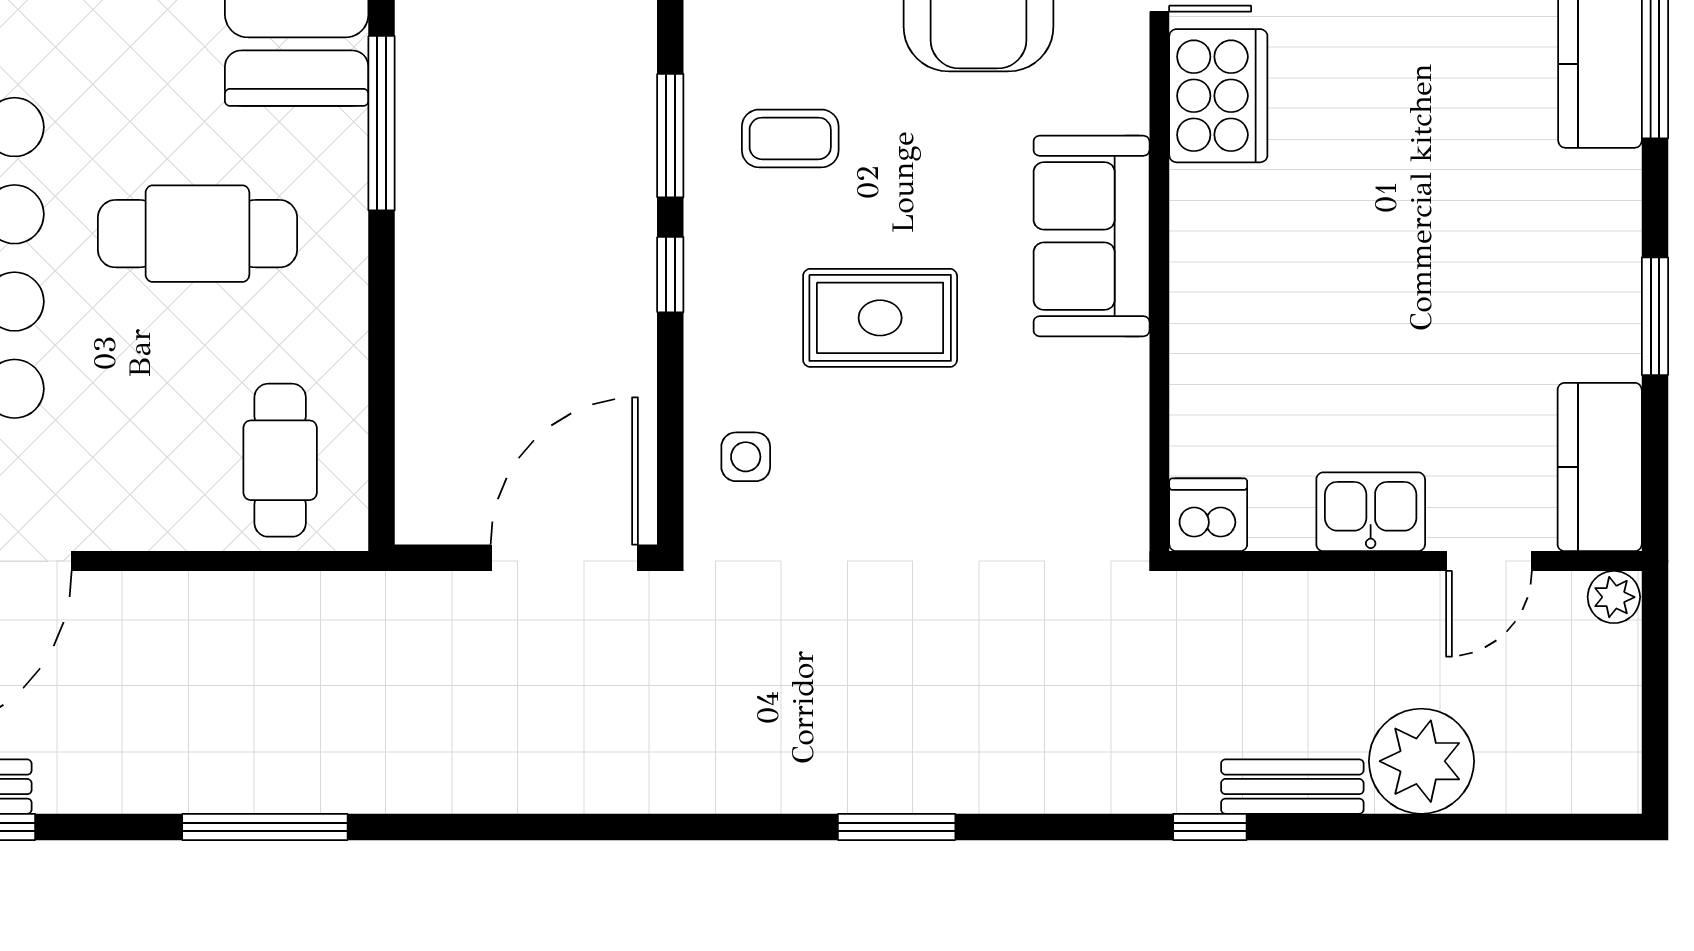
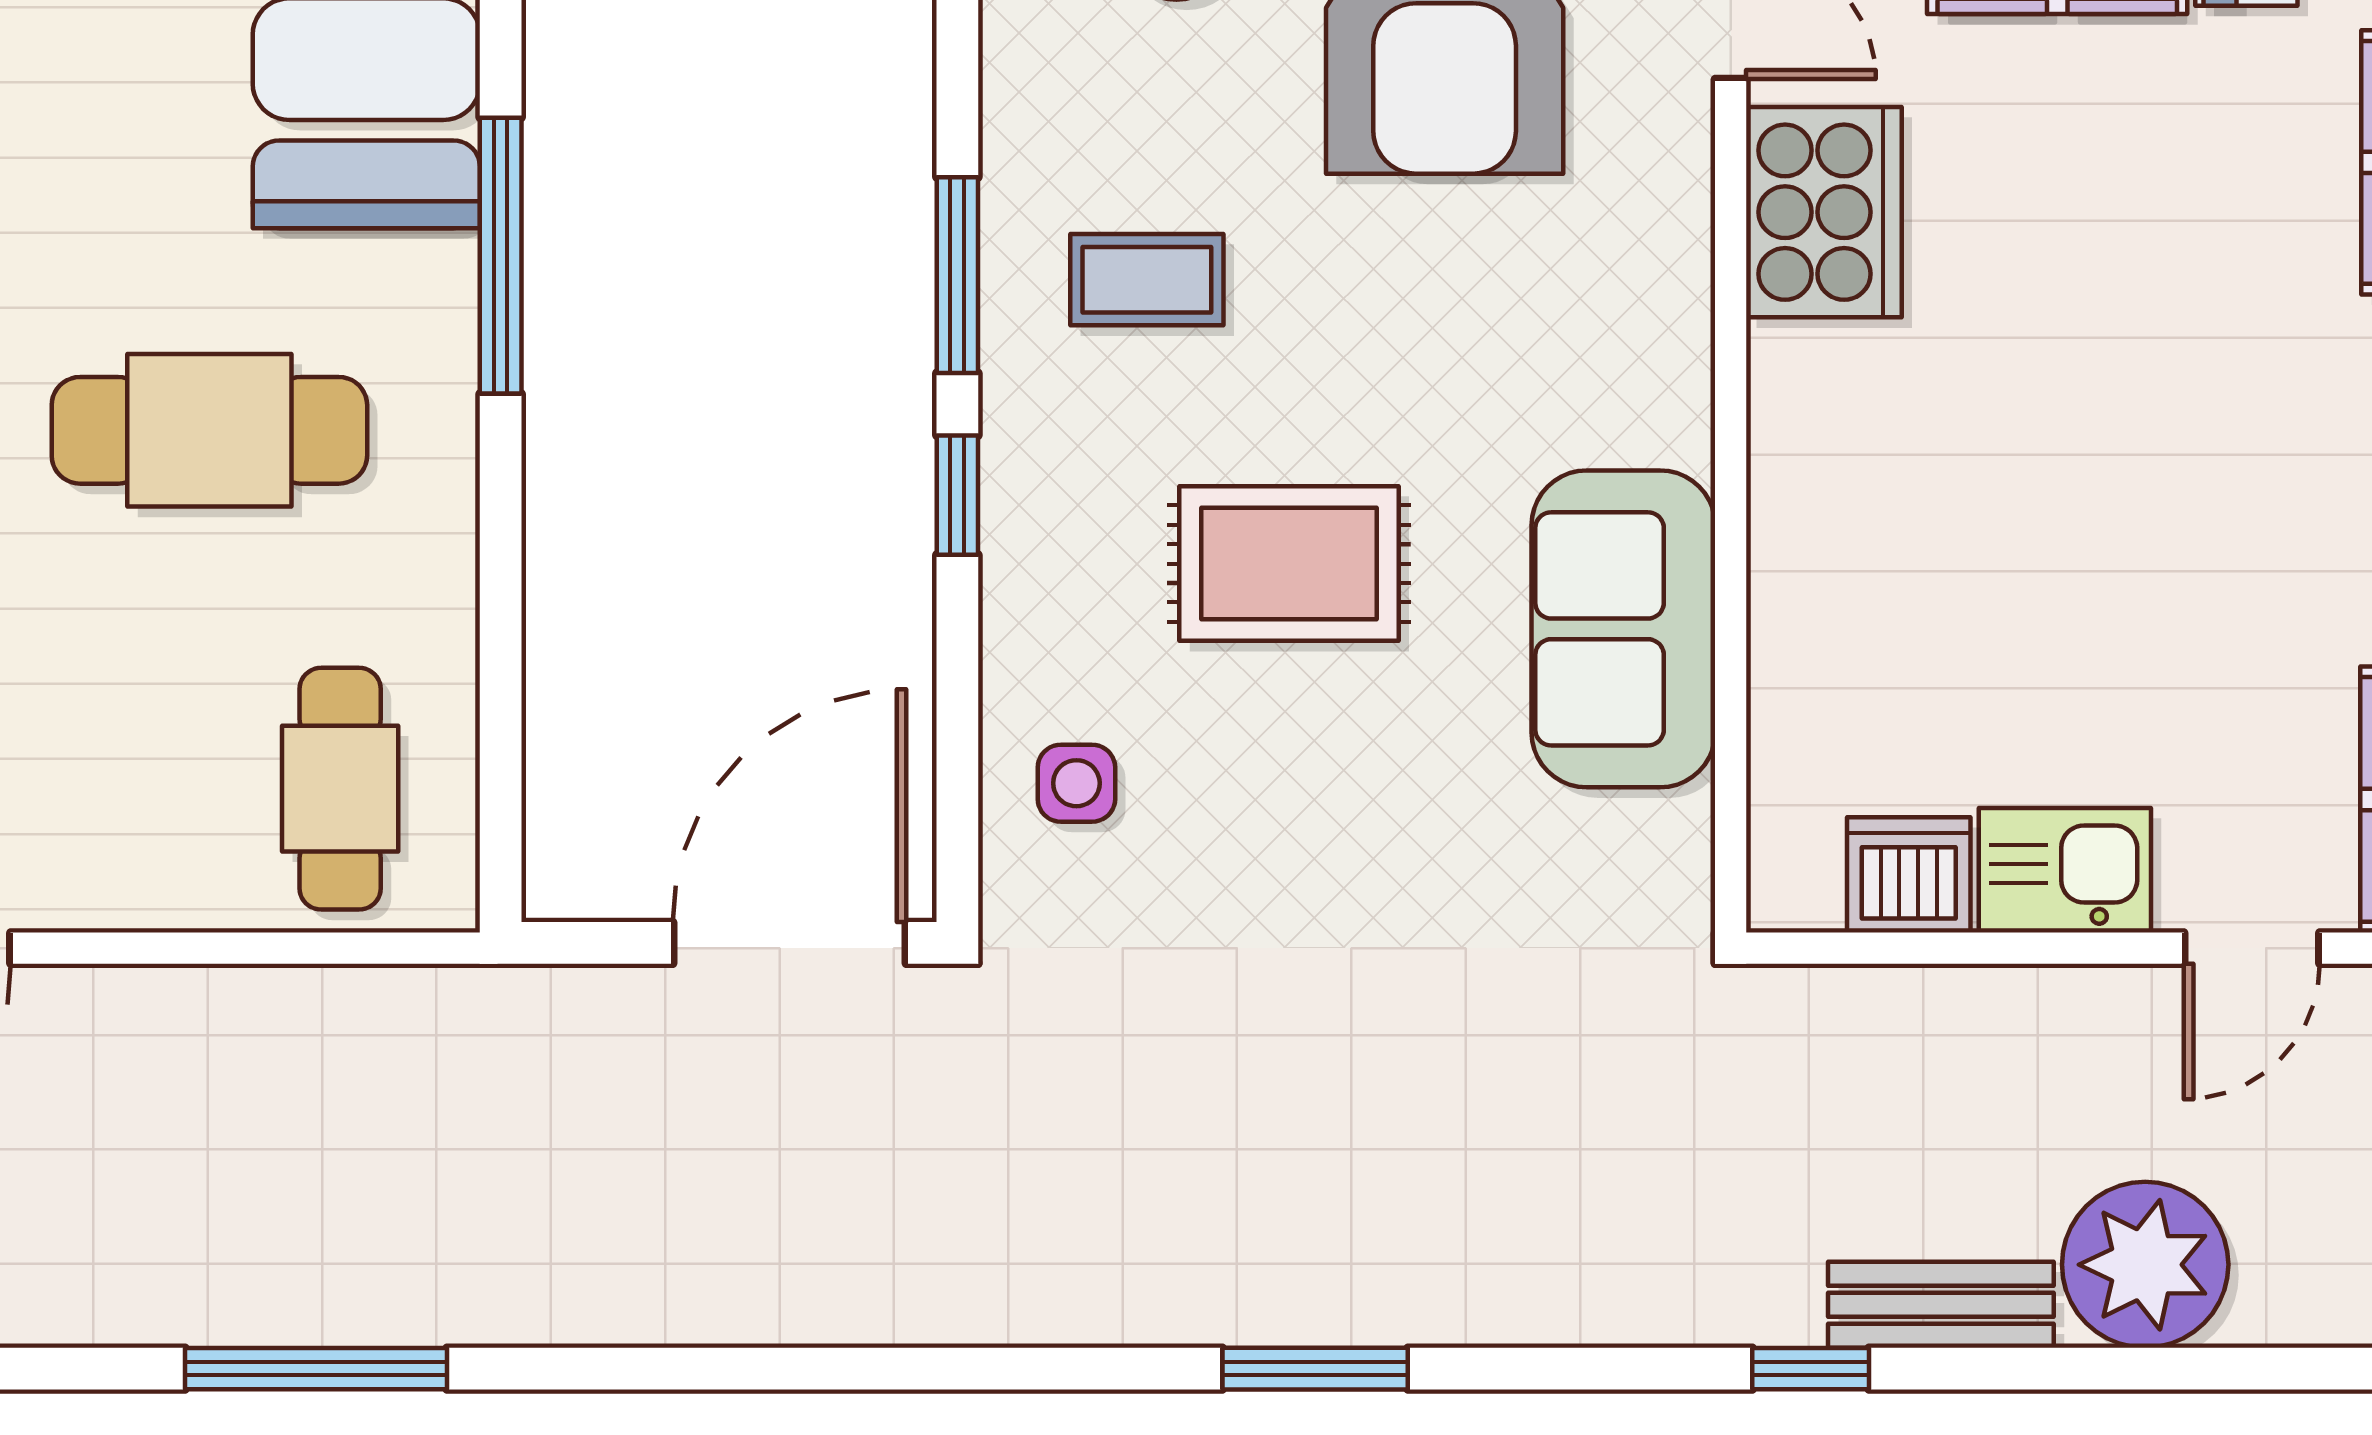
sofa: (1092, 236) -> (1623, 629), moved
dishwasher: (1208, 515) -> (1909, 875), moved

